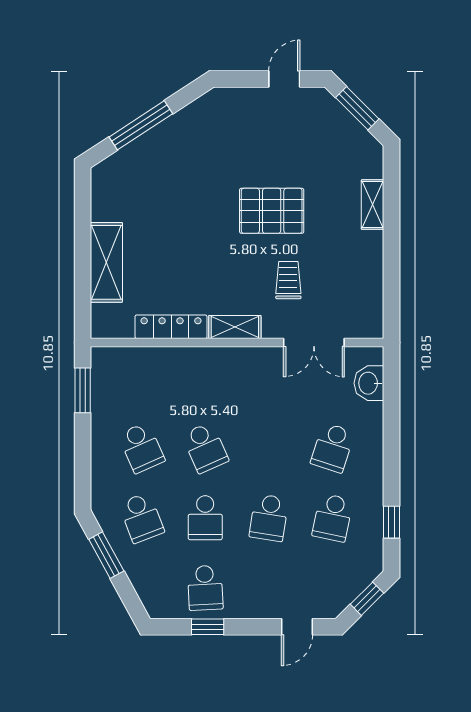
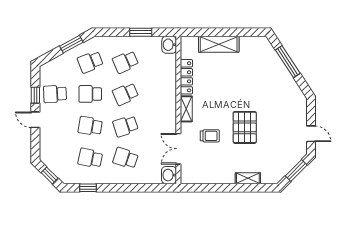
washbasin: (107, 361) -> (169, 45), added
washbasin: (369, 383) -> (169, 175), moved, turned -90
window: (83, 390) -> (141, 32), moved
school desk: (269, 448) -> (125, 126), added
door: (297, 627) -> (35, 120), moved

